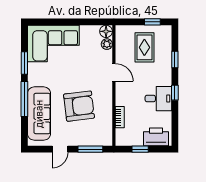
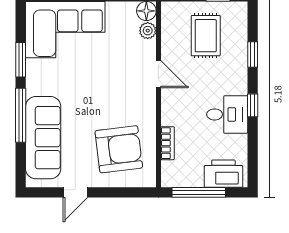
armchair: (79, 106) -> (119, 149), moved
window: (90, 149) -> (122, 192), removed
window: (140, 149) -> (199, 192), width x2.17

